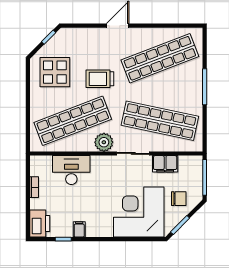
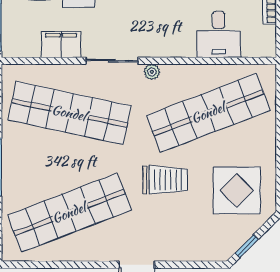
plant: (104, 142) -> (152, 72), width x0.53, depth x0.53
desk: (71, 170) -> (219, 34), width x0.73

